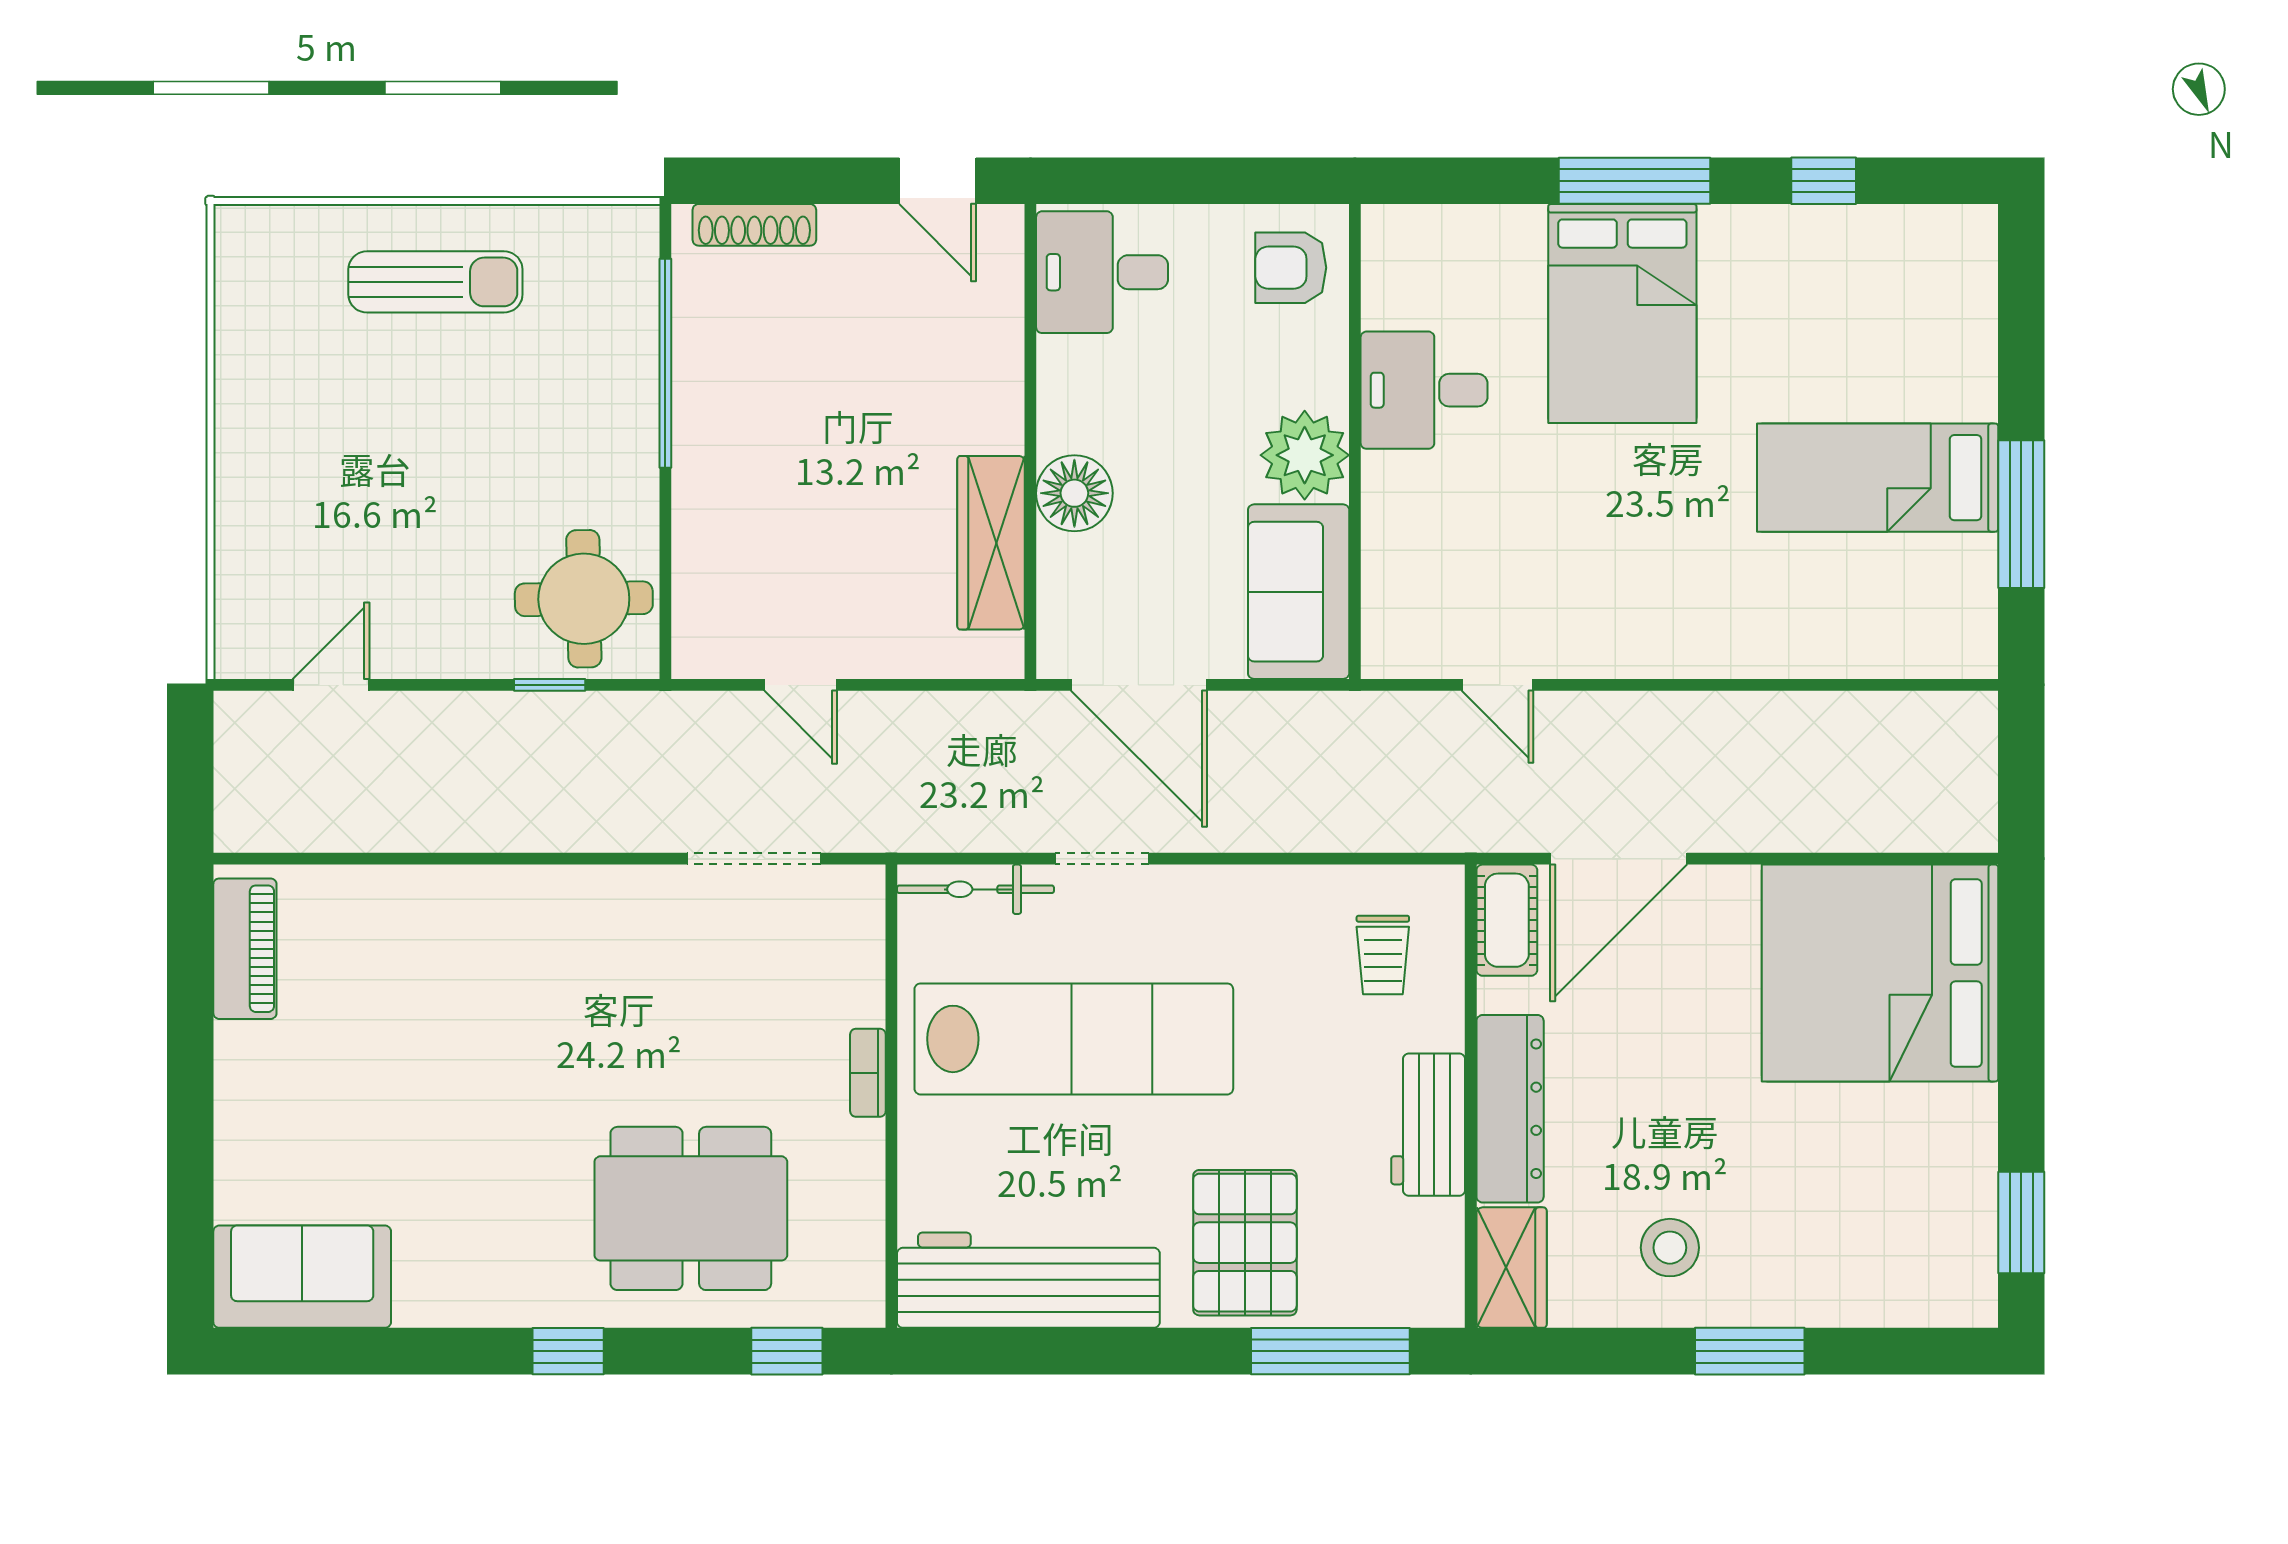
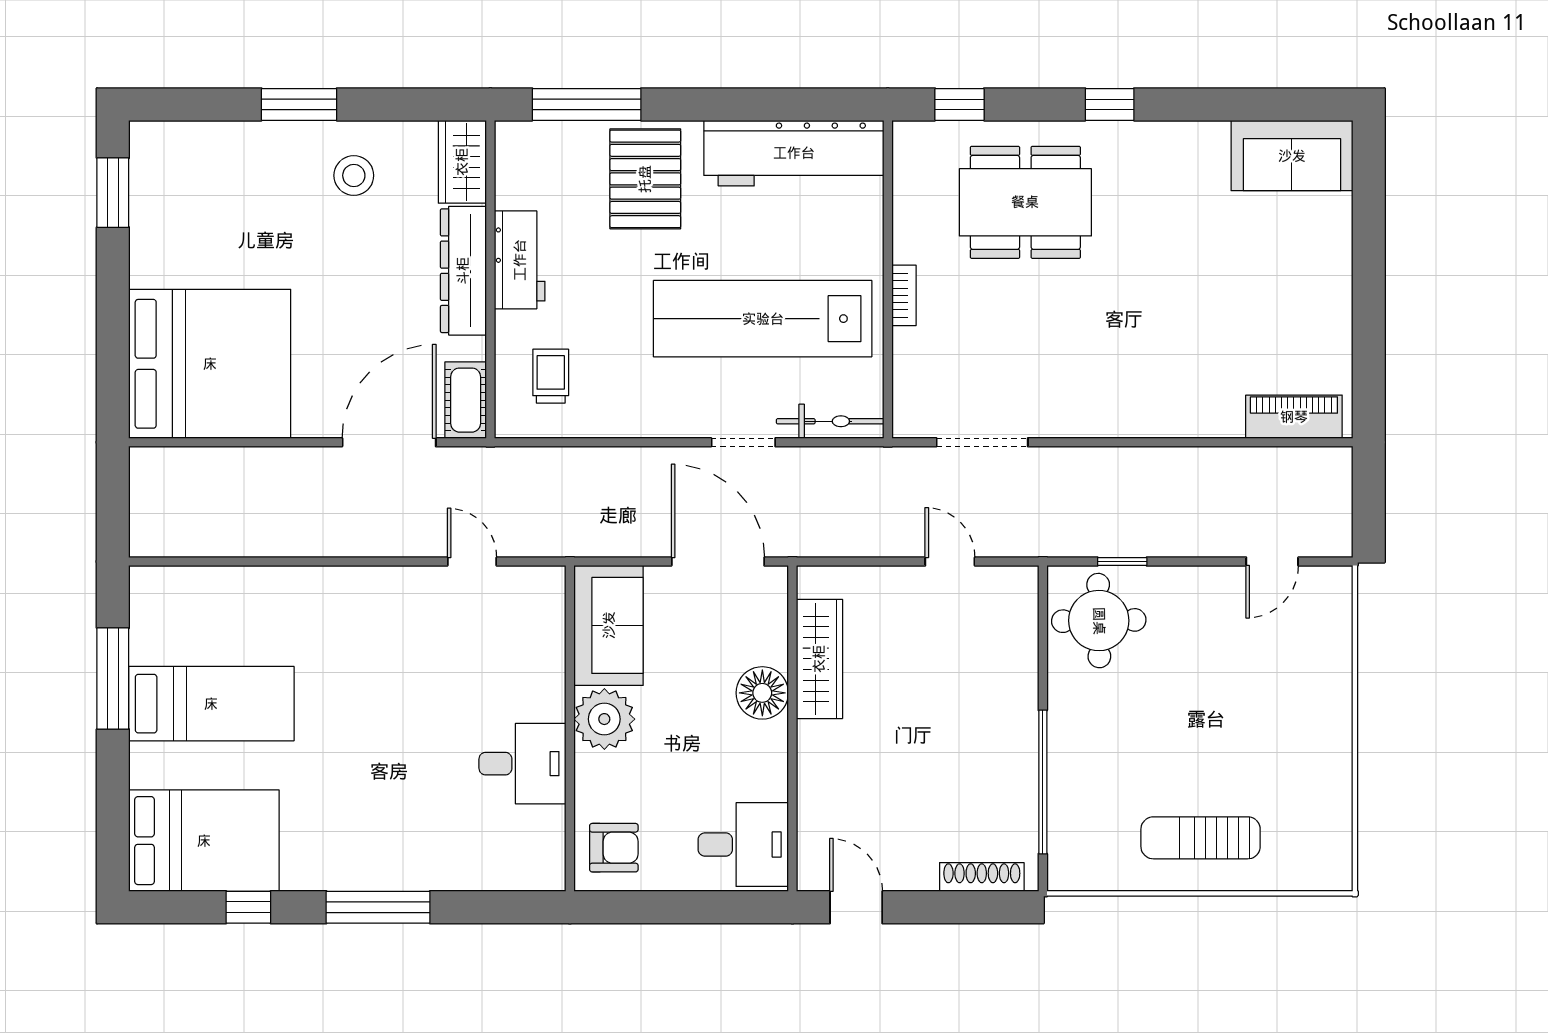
bed: (1622, 314) -> (204, 841), moved, turned 90
piano: (245, 949) -> (1294, 417), moved, turned 90

